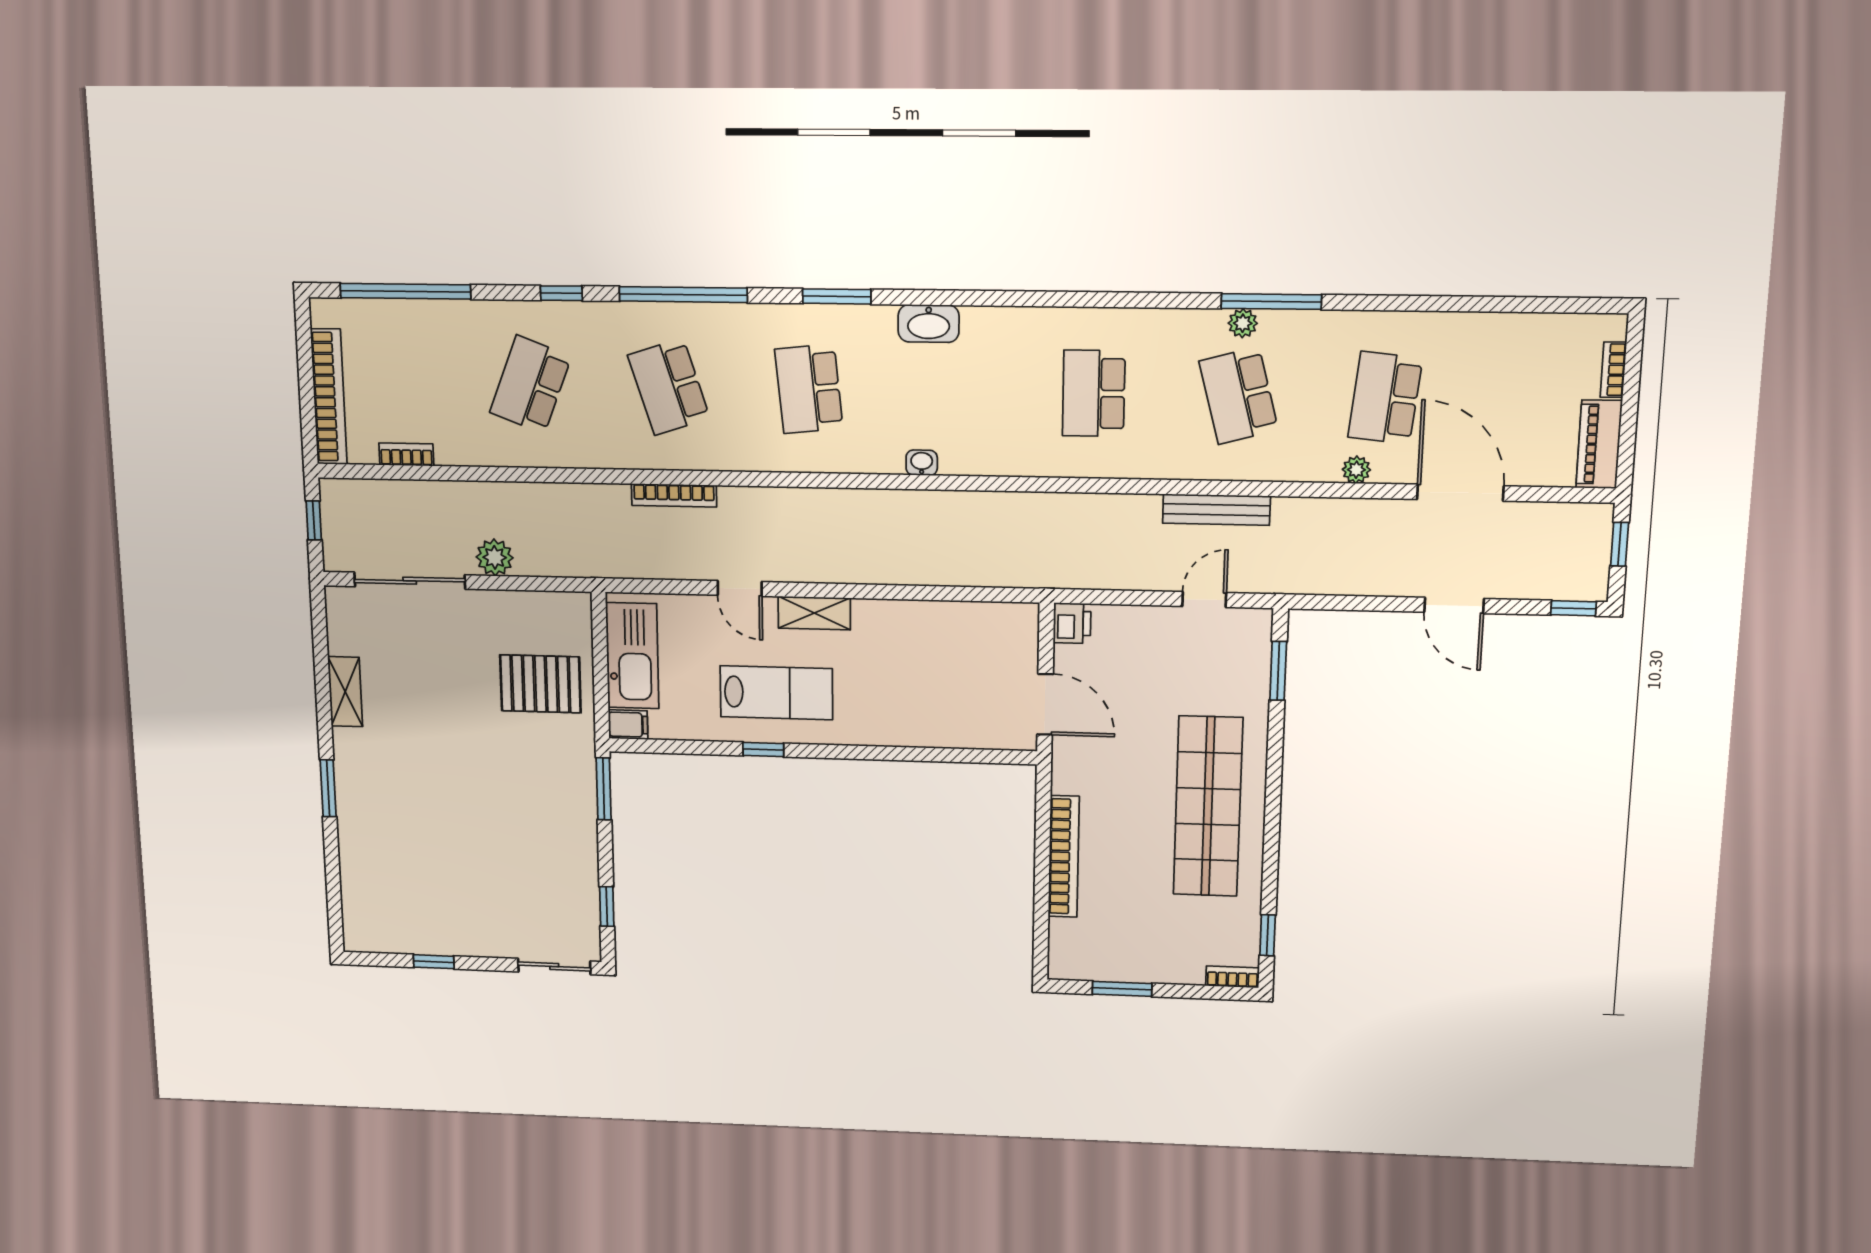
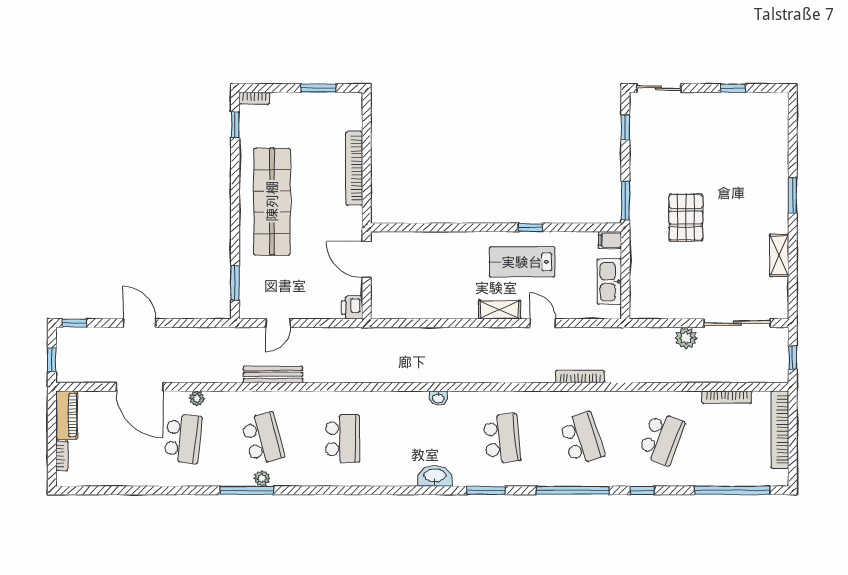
bookcase: (406, 454) -> (727, 397), width x1.56
kitchen sink: (632, 656) -> (609, 282), width x0.73, depth x0.81
pallet: (540, 684) -> (686, 217), moved, turned 90

